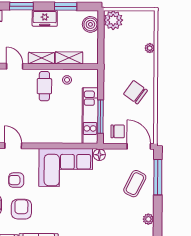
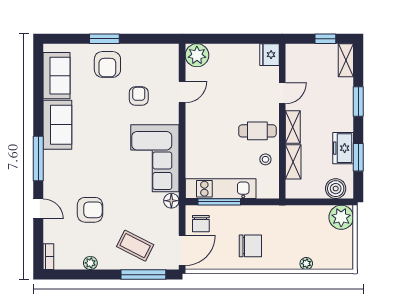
freezer: (45, 18) -> (343, 148), moved
chair: (135, 92) -> (250, 246), turned 54
armchair: (21, 209) -> (90, 210), moved

